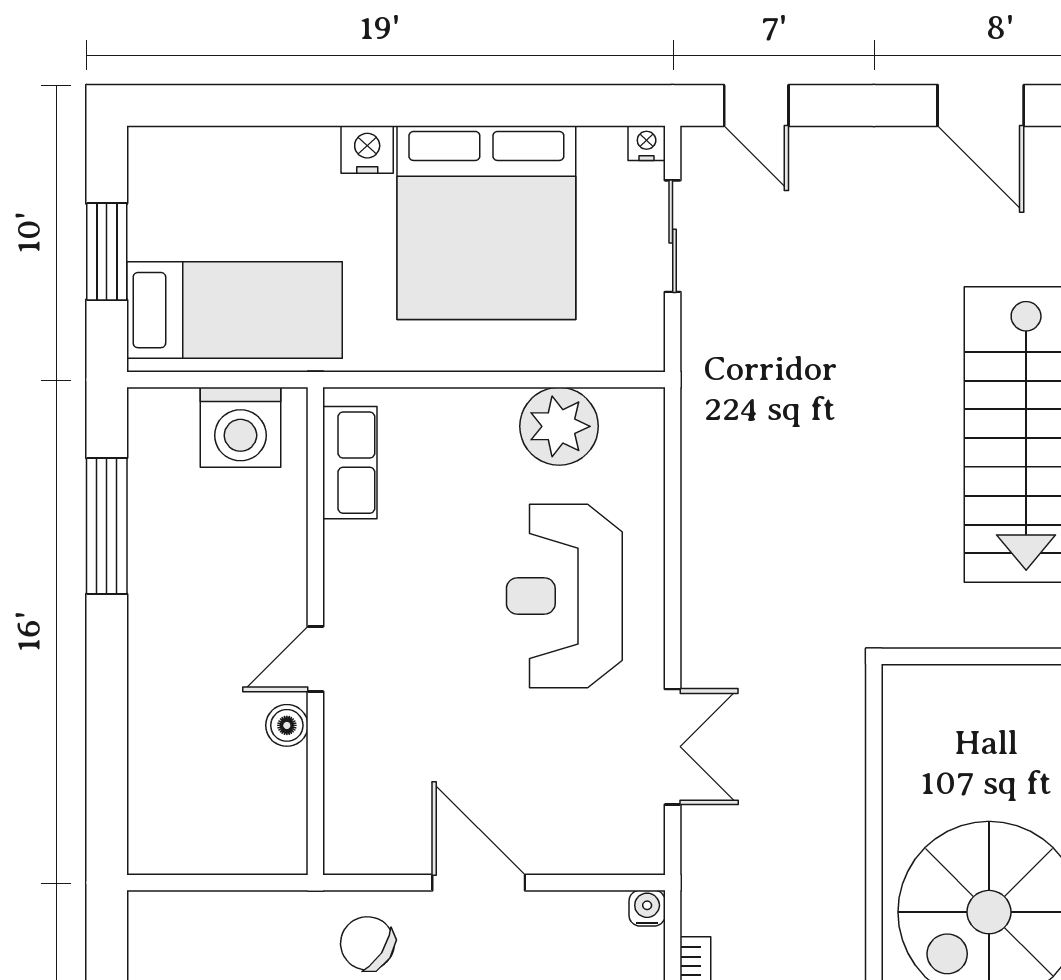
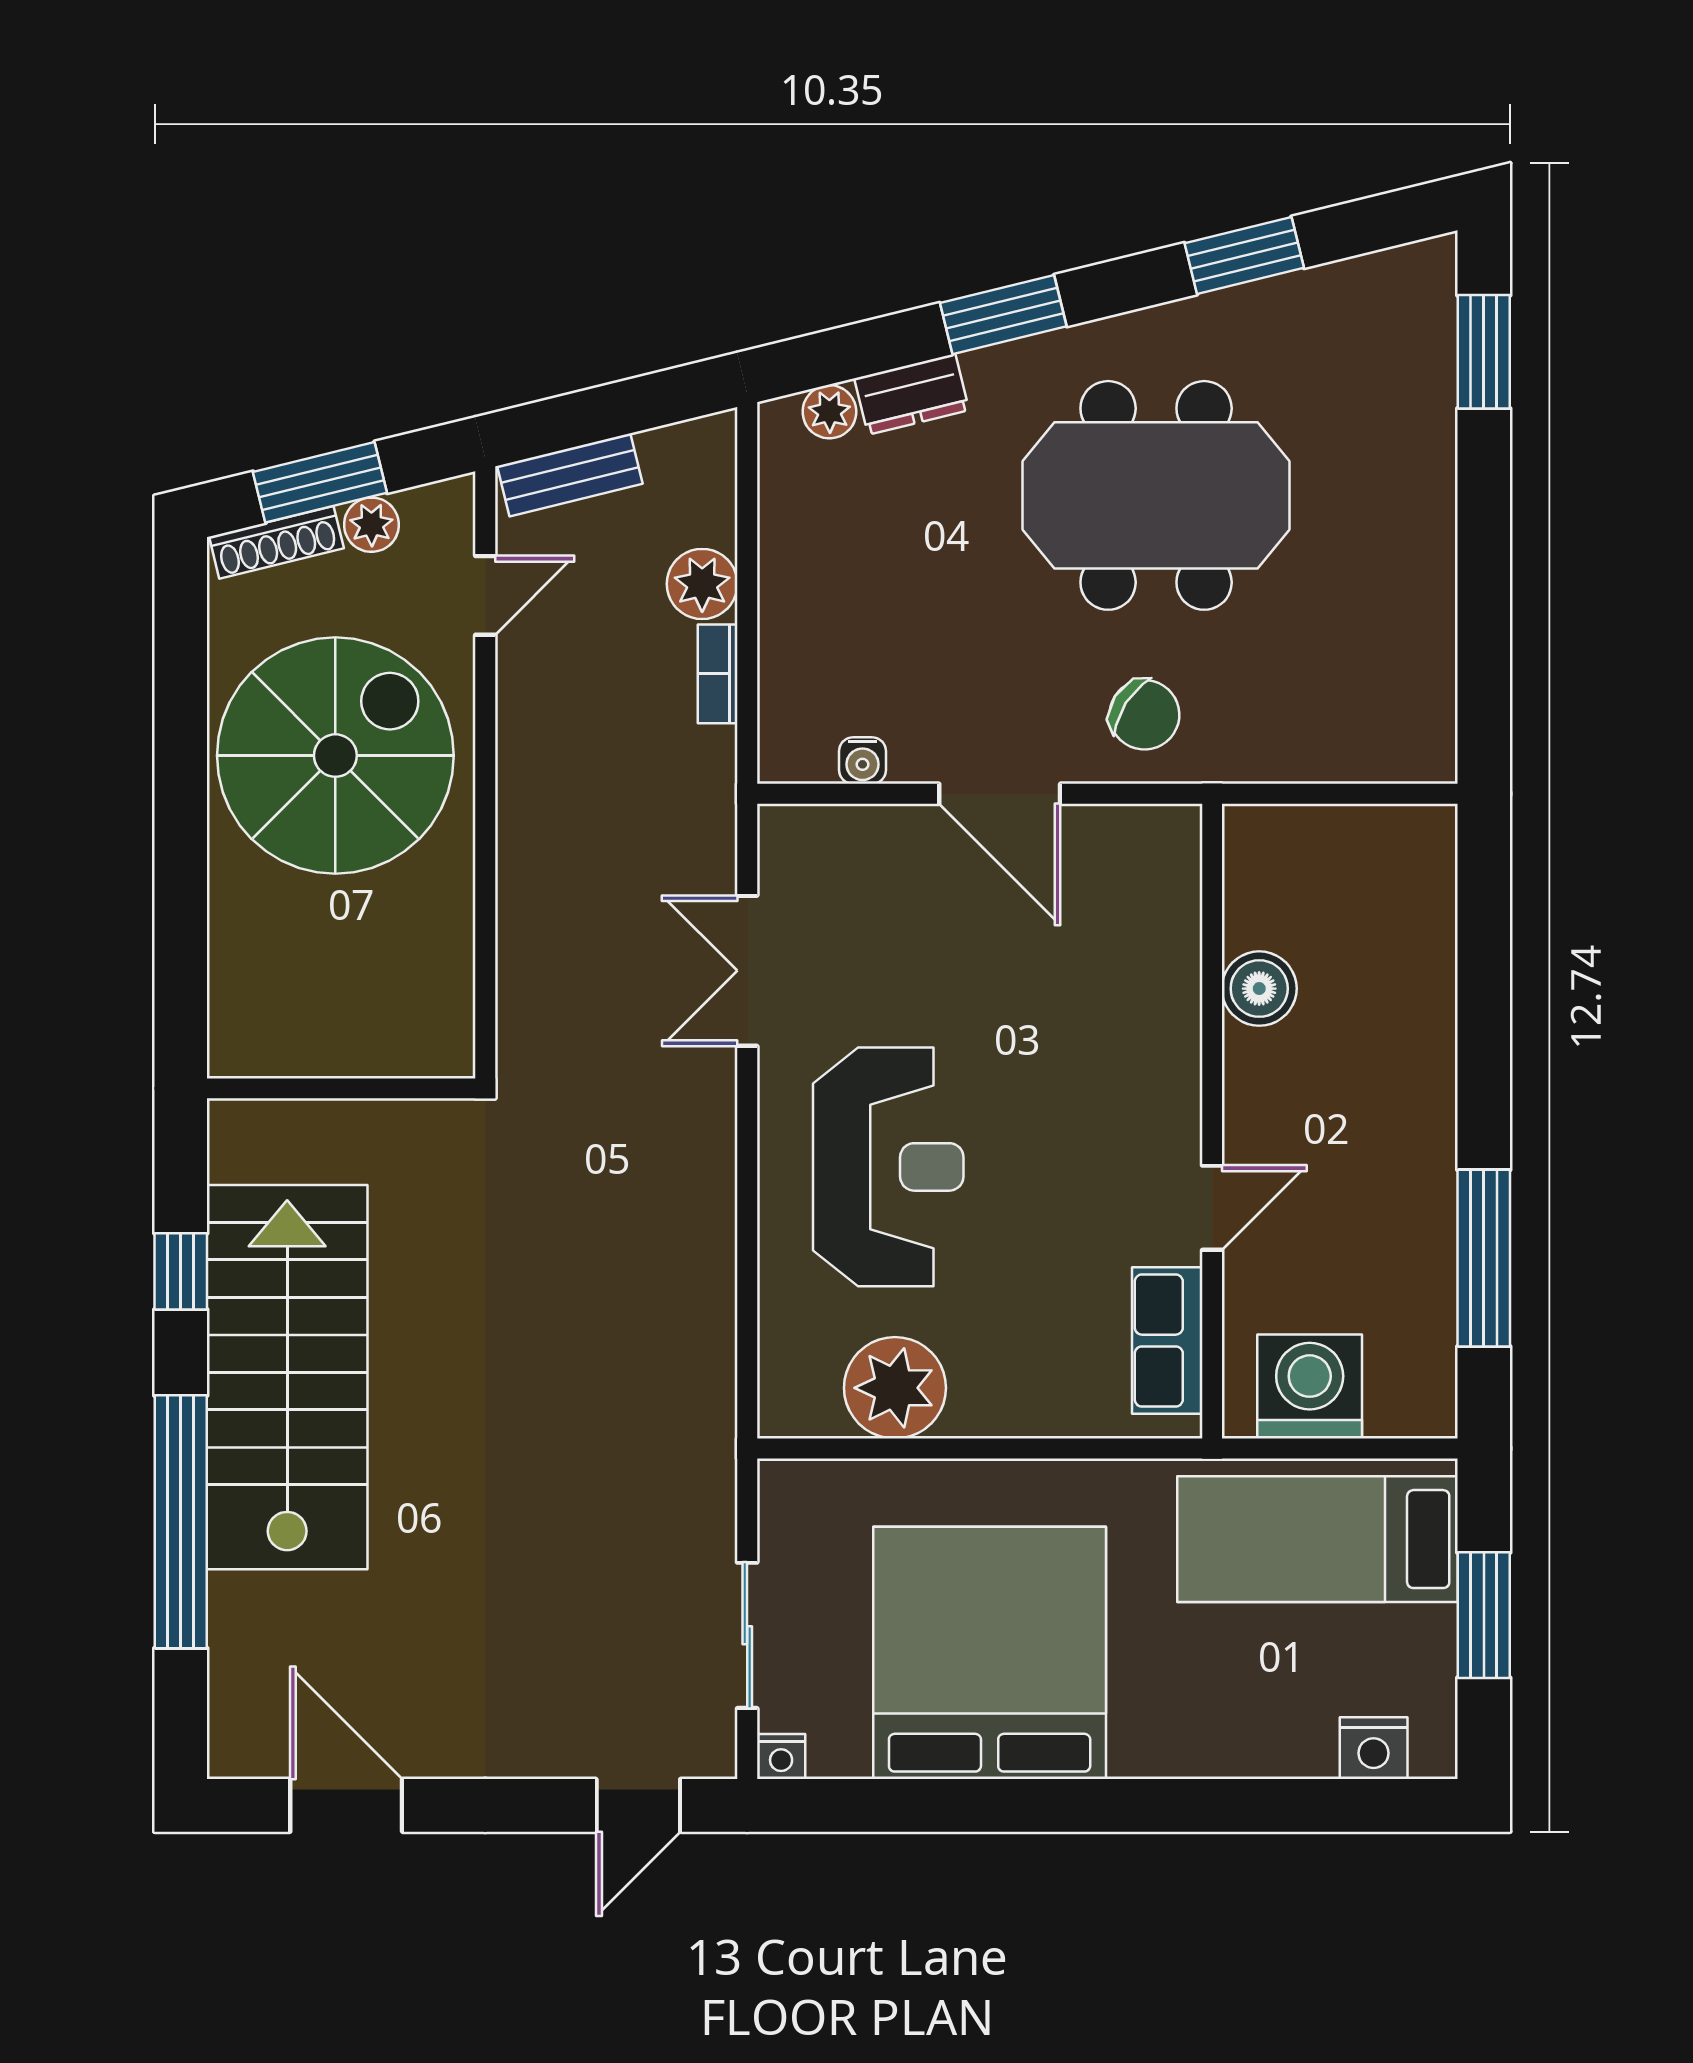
door: (756, 105) -> (638, 1805), swing flipped
nightstand: (367, 149) -> (1374, 1748), moved
door: (315, 659) -> (1212, 1208), moved
boiler: (287, 725) -> (1259, 989), width x1.36, depth x1.36
water cooler: (647, 908) -> (863, 761), moved

